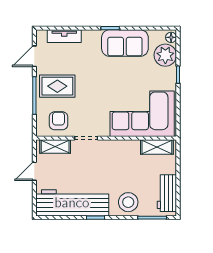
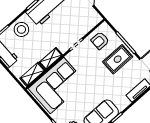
armchair: (59, 121) -> (100, 41), turned 90
shelving: (55, 146) -> (51, 58), moved

